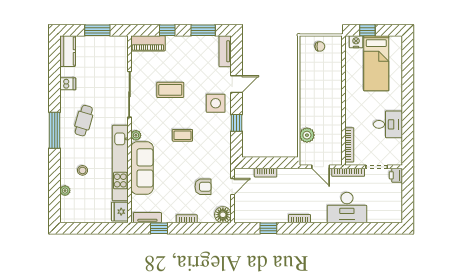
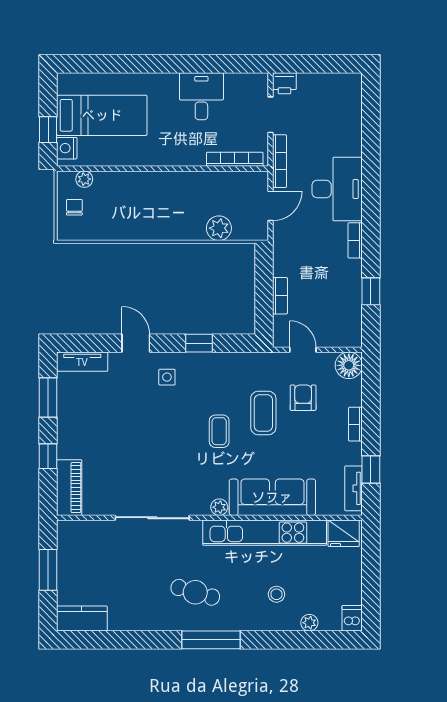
plant: (337, 53) -> (84, 179), added
dishwasher: (68, 84) -> (352, 618), moved
coffee table: (170, 90) -> (263, 413), moved
side table: (216, 103) -> (167, 377), width x0.54, depth x0.54
desk: (347, 208) -> (337, 189), moved

